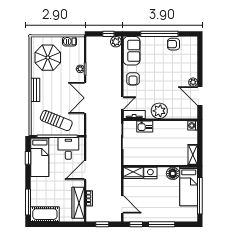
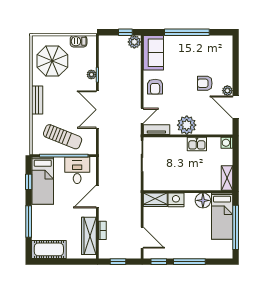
armchair: (173, 44) -> (205, 83), moved
kitchen sink: (145, 127) -> (197, 144), moved
window: (28, 202) -> (29, 221), moved

